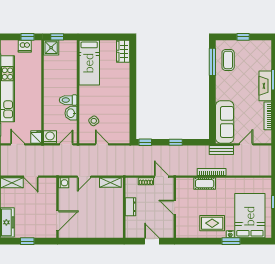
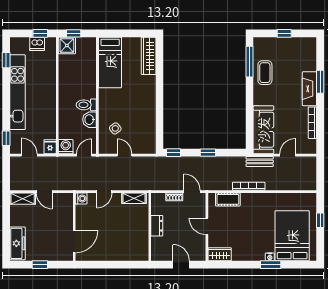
wardrobe: (123, 51) -> (149, 56), width x1.50
coffee table: (228, 60) -> (265, 73), moved
cot: (205, 184) -> (228, 199), moved
rug: (212, 223) -> (249, 244), removed
wardrobe: (186, 232) -> (220, 254), added

